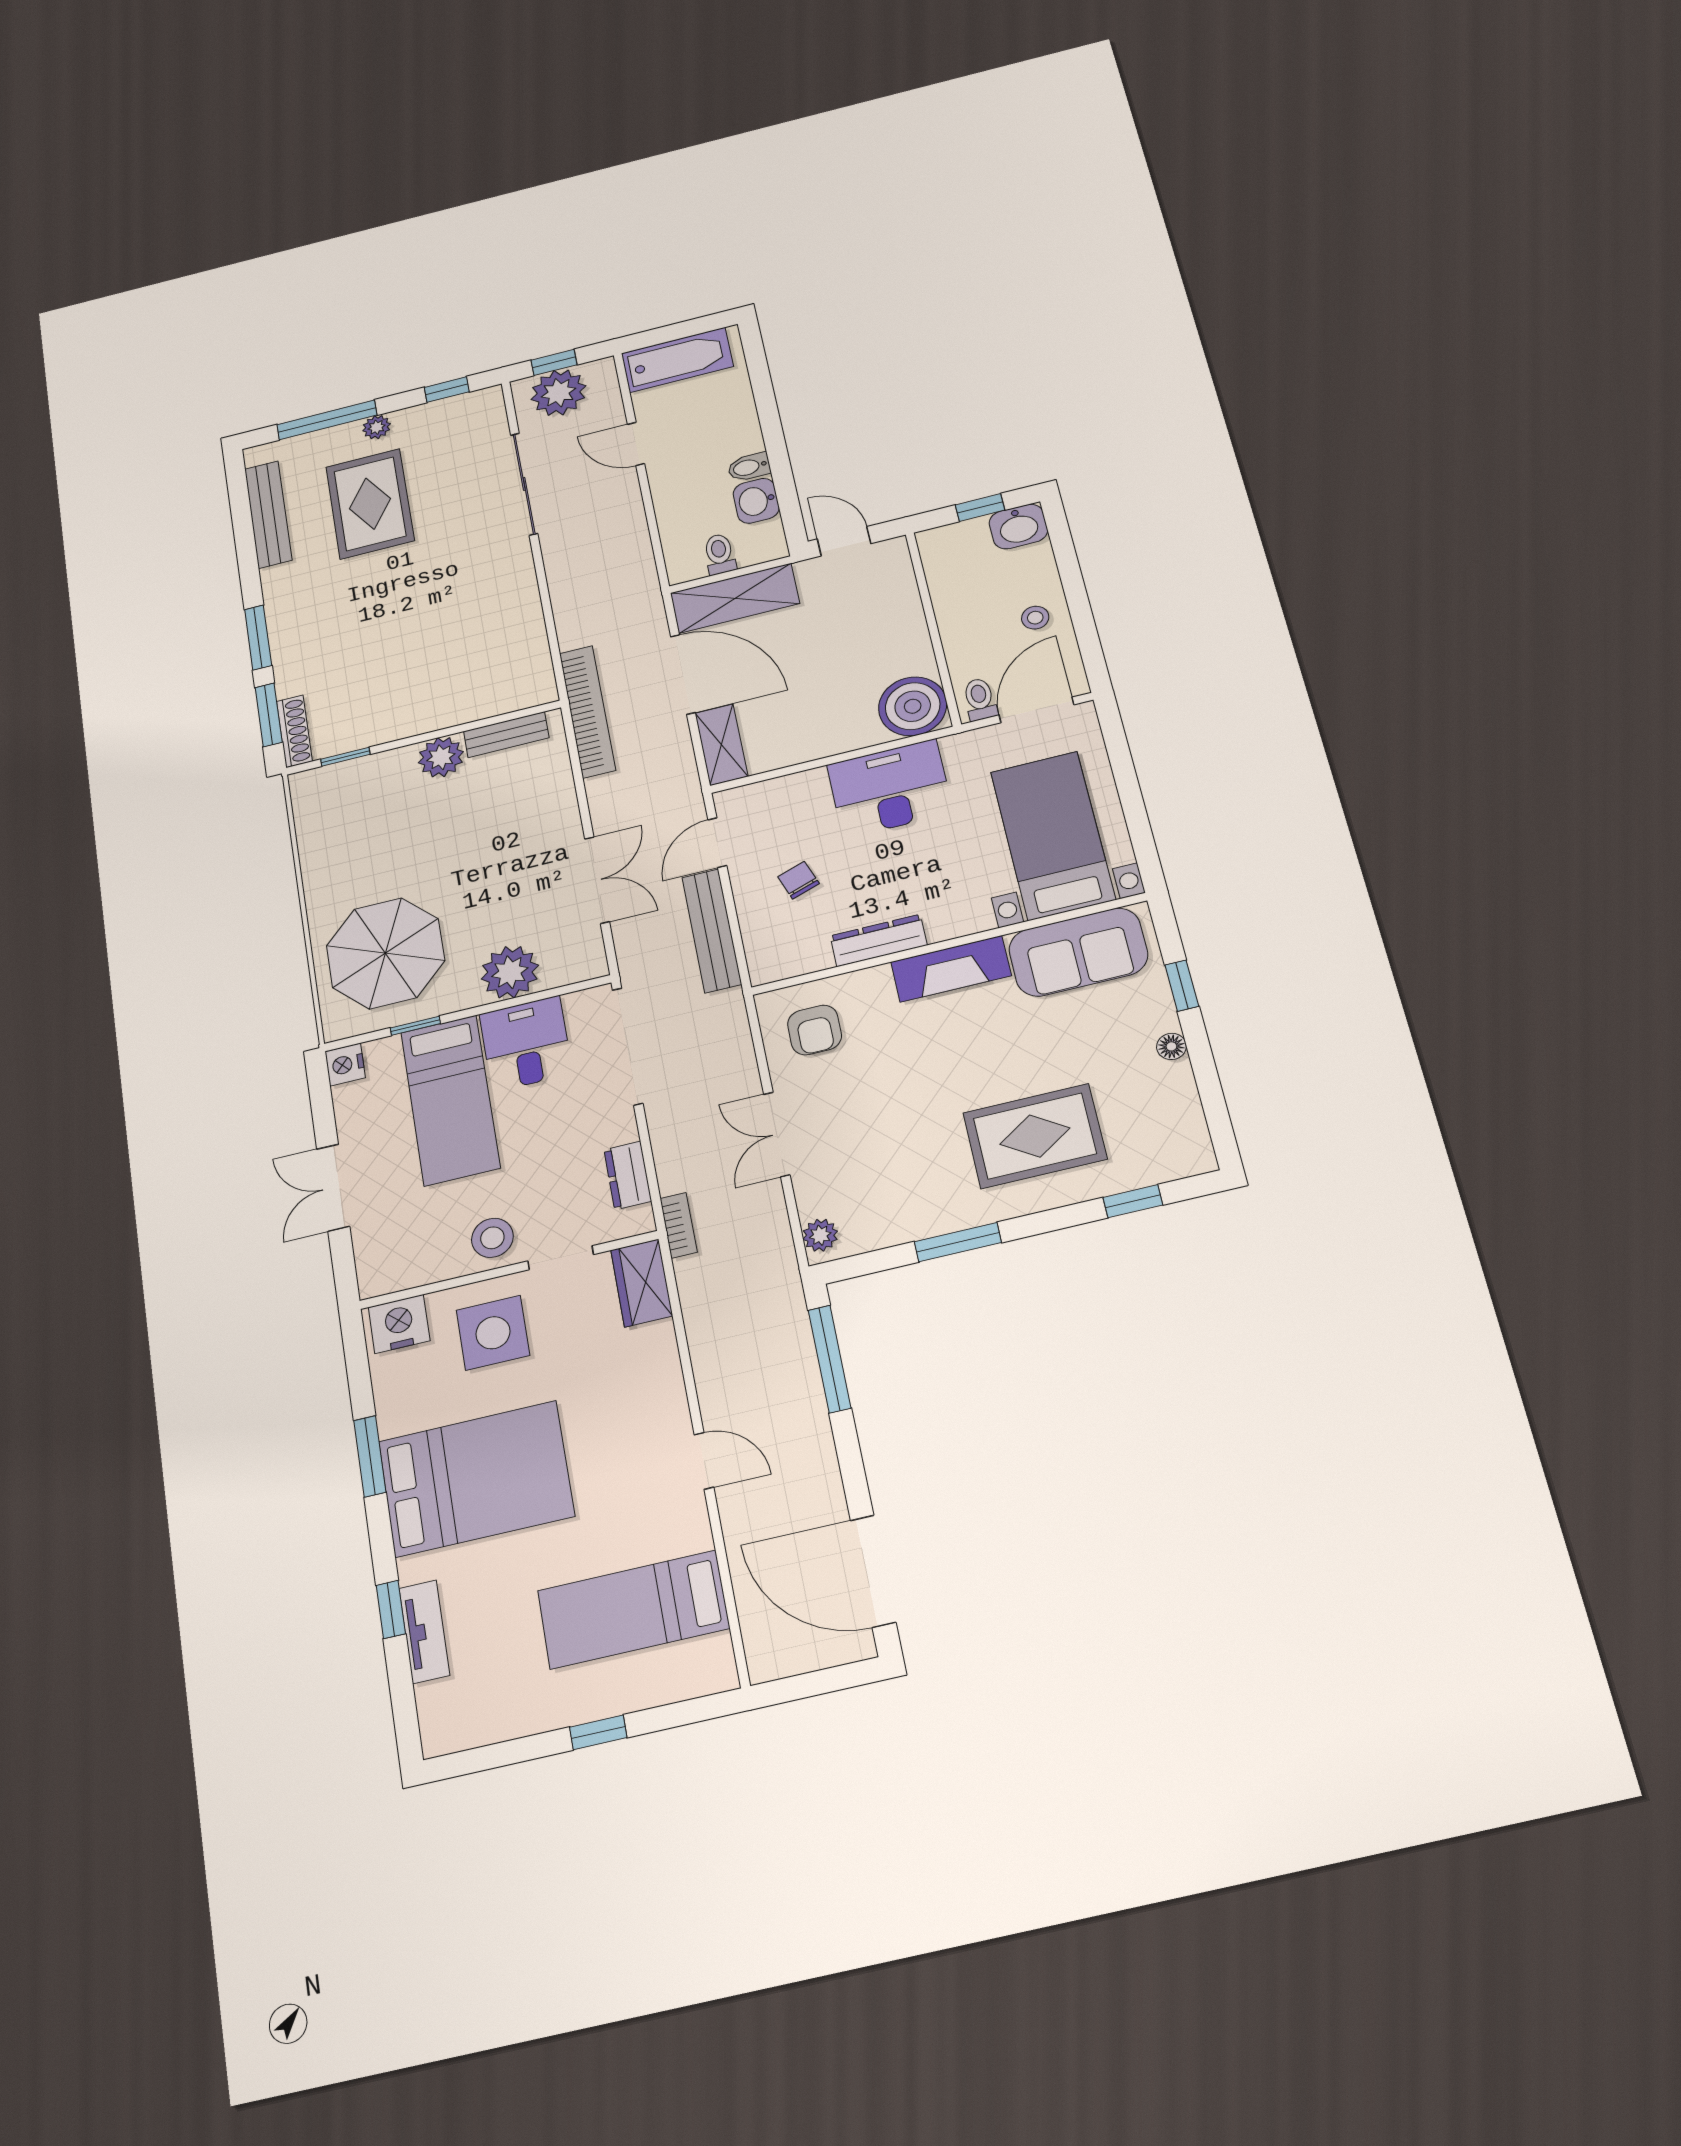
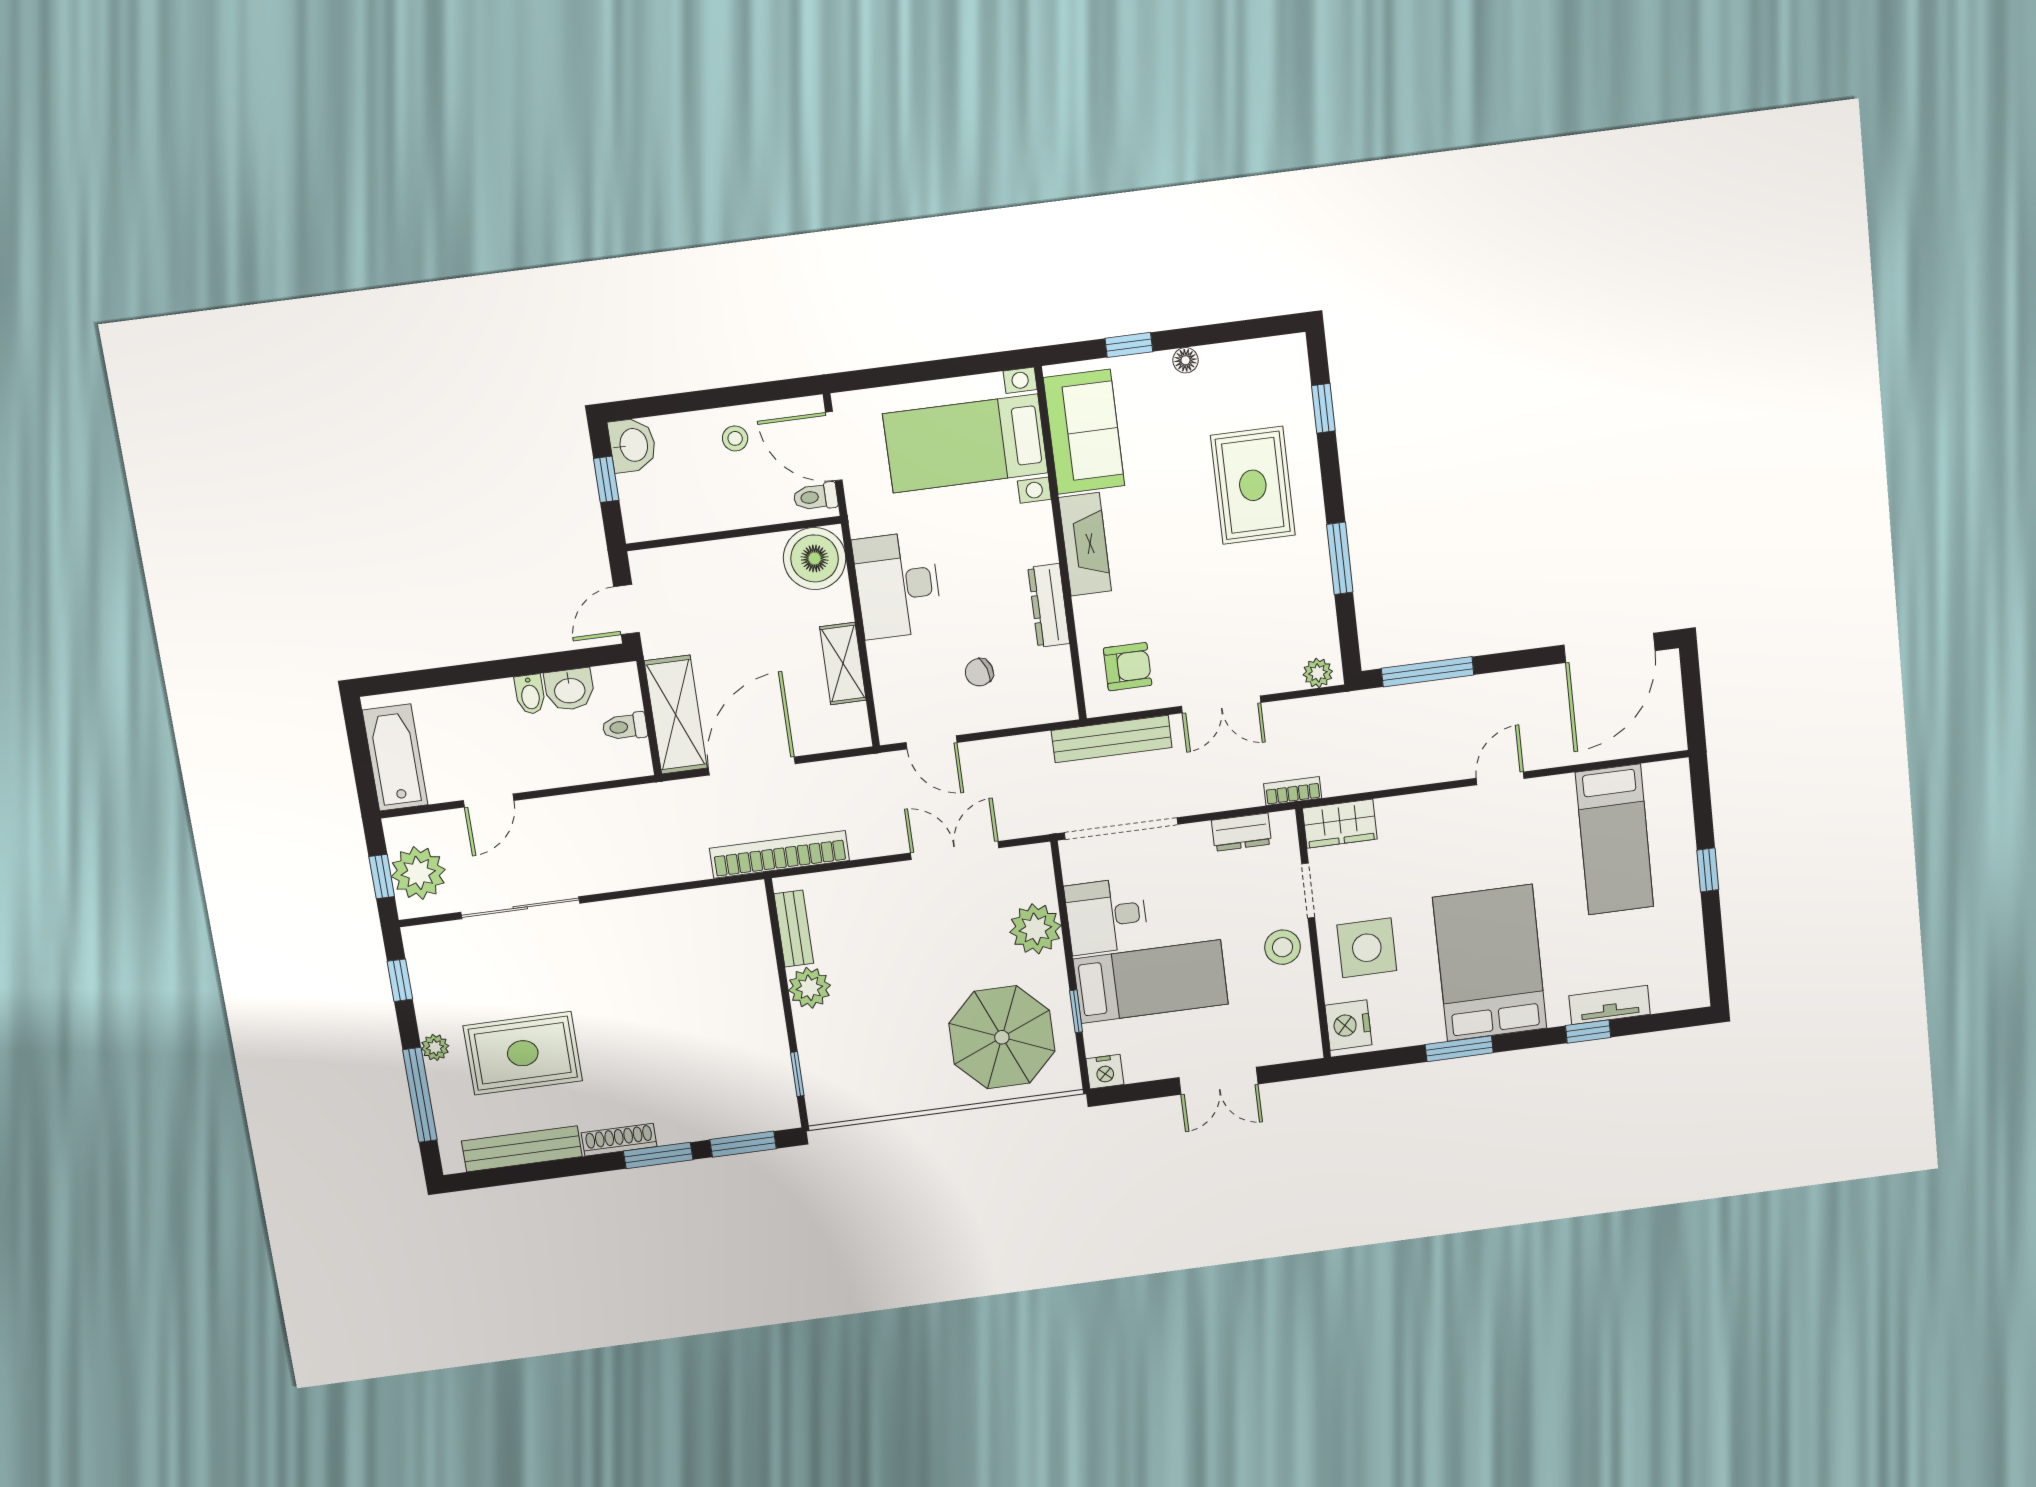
shoe rack: (294, 731) -> (619, 1140), moved
shelving: (721, 745) -> (843, 664), moved, turned 90
bench: (712, 931) -> (1112, 739), moved

